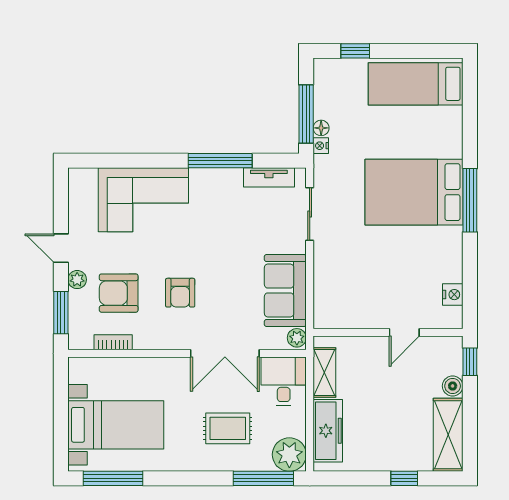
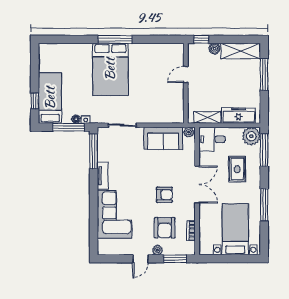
bed: (416, 84) -> (50, 98), moved, turned 180
window: (220, 161) -> (94, 151), moved
tv unit: (269, 177) -> (103, 176), moved
nightstand: (453, 295) -> (165, 49), removed
door: (404, 332) -> (186, 75), swing flipped
double door: (225, 353) -> (197, 184), moved
window: (113, 478) -> (264, 205), moved
window: (404, 478) -> (264, 75), width x2.17

